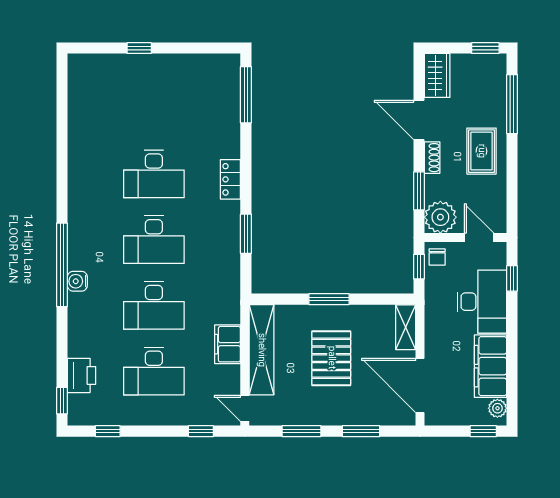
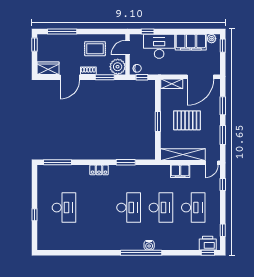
rug: (481, 151) -> (95, 49), moved
desk: (154, 174) -> (64, 208), moved
printer: (82, 375) -> (208, 243), moved

